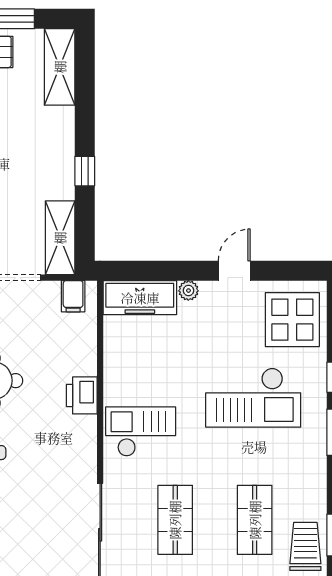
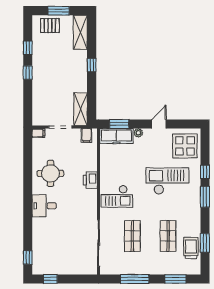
window: (85, 171) -> (92, 65), moved
window: (146, 271) -> (119, 124), added
checkout: (253, 398) -> (167, 181), turned 180
checkout: (141, 432) -> (117, 196), turned 180

